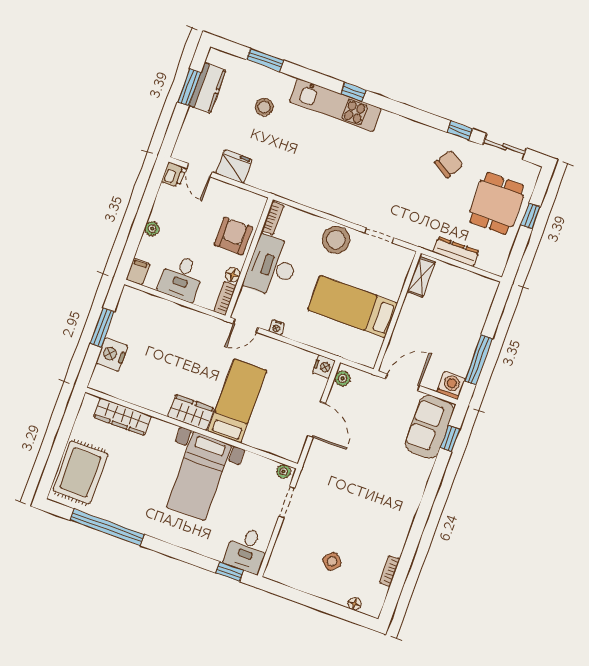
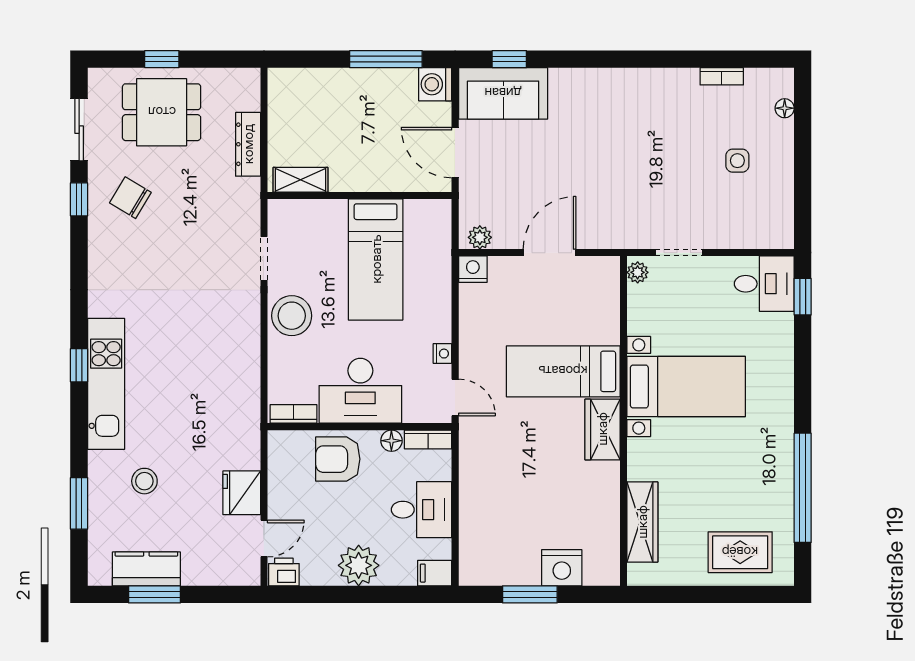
plant: (152, 229) -> (359, 565), width x1.88, depth x1.88
rug: (80, 472) -> (740, 552), width x0.73, depth x0.70
side table: (332, 561) -> (737, 161), turned 45

